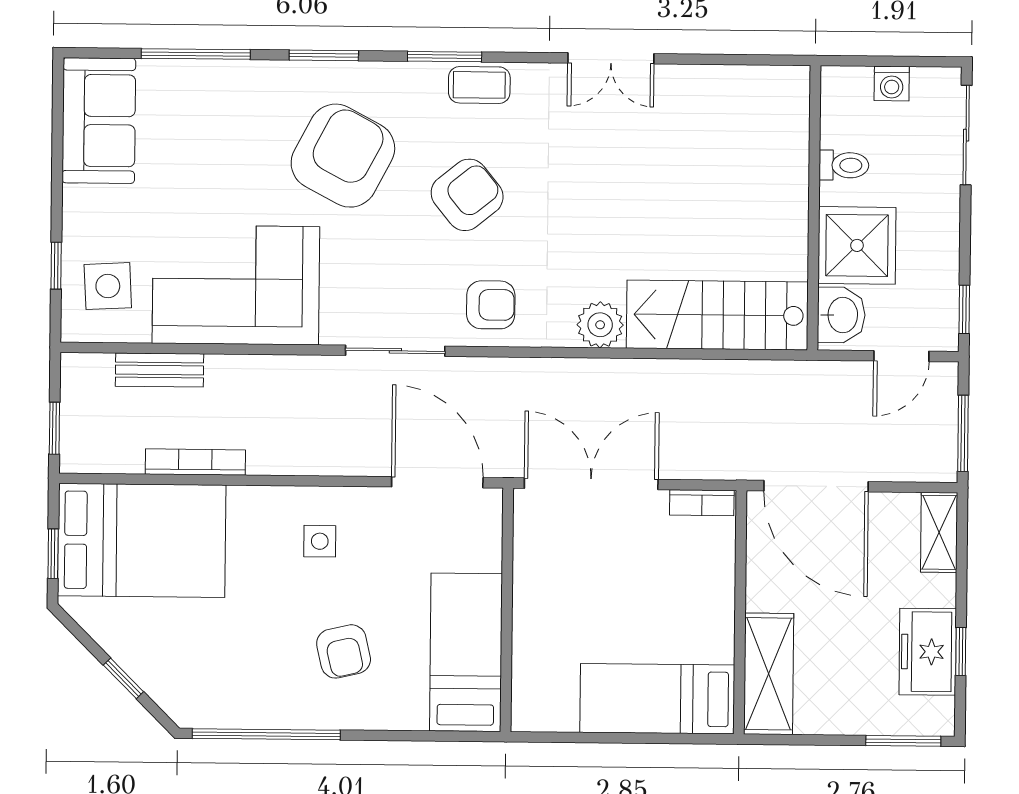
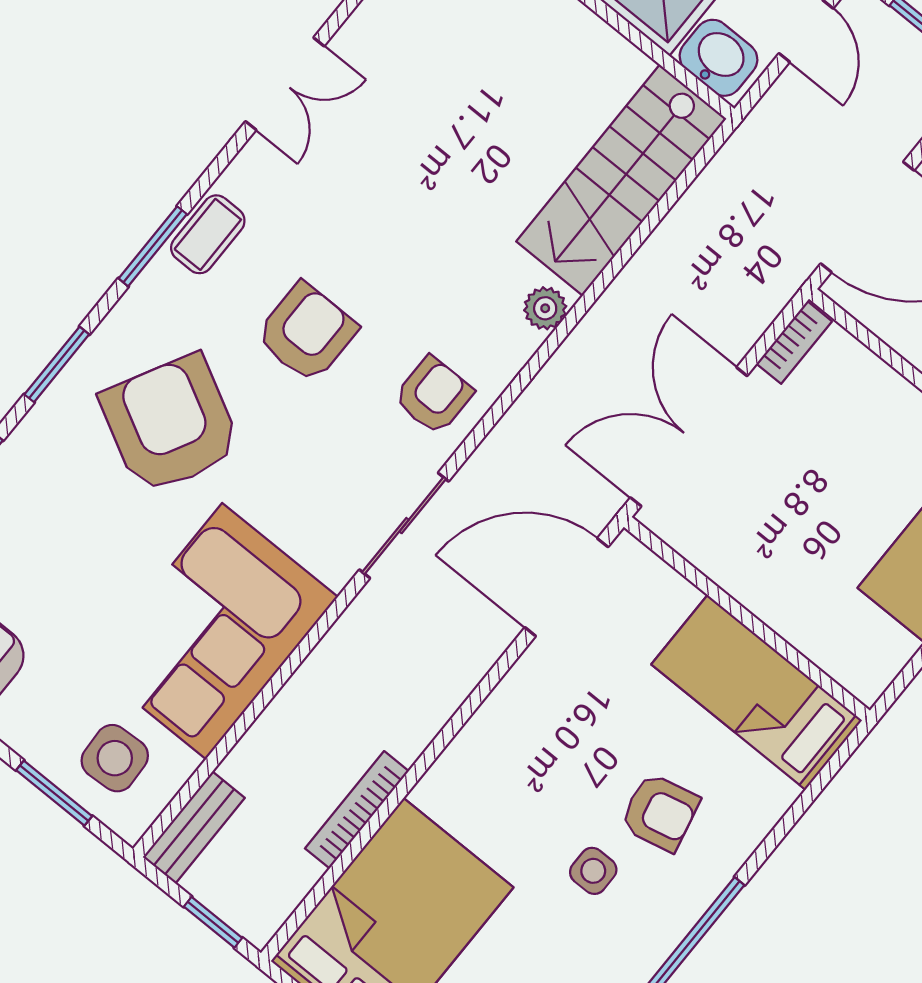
armchair: (467, 195) -> (307, 333), turned 39
window: (56, 266) -> (54, 793), width x1.50
plant: (600, 325) -> (545, 308), width x0.73, depth x0.73
bench: (160, 370) -> (194, 827), moved
side table: (320, 541) -> (593, 871), moved

